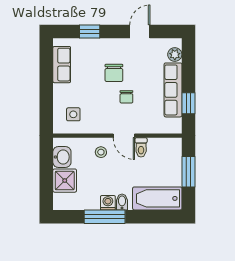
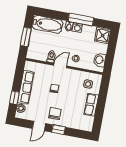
window: (90, 31) -> (58, 130), moved
row of seats: (62, 65) -> (91, 105), moved
chair: (114, 73) -> (55, 113), moved
window: (188, 103) -> (14, 98), moved
door: (124, 136) -> (60, 66), hinge flipped
shower: (65, 181) -> (103, 36), moved

